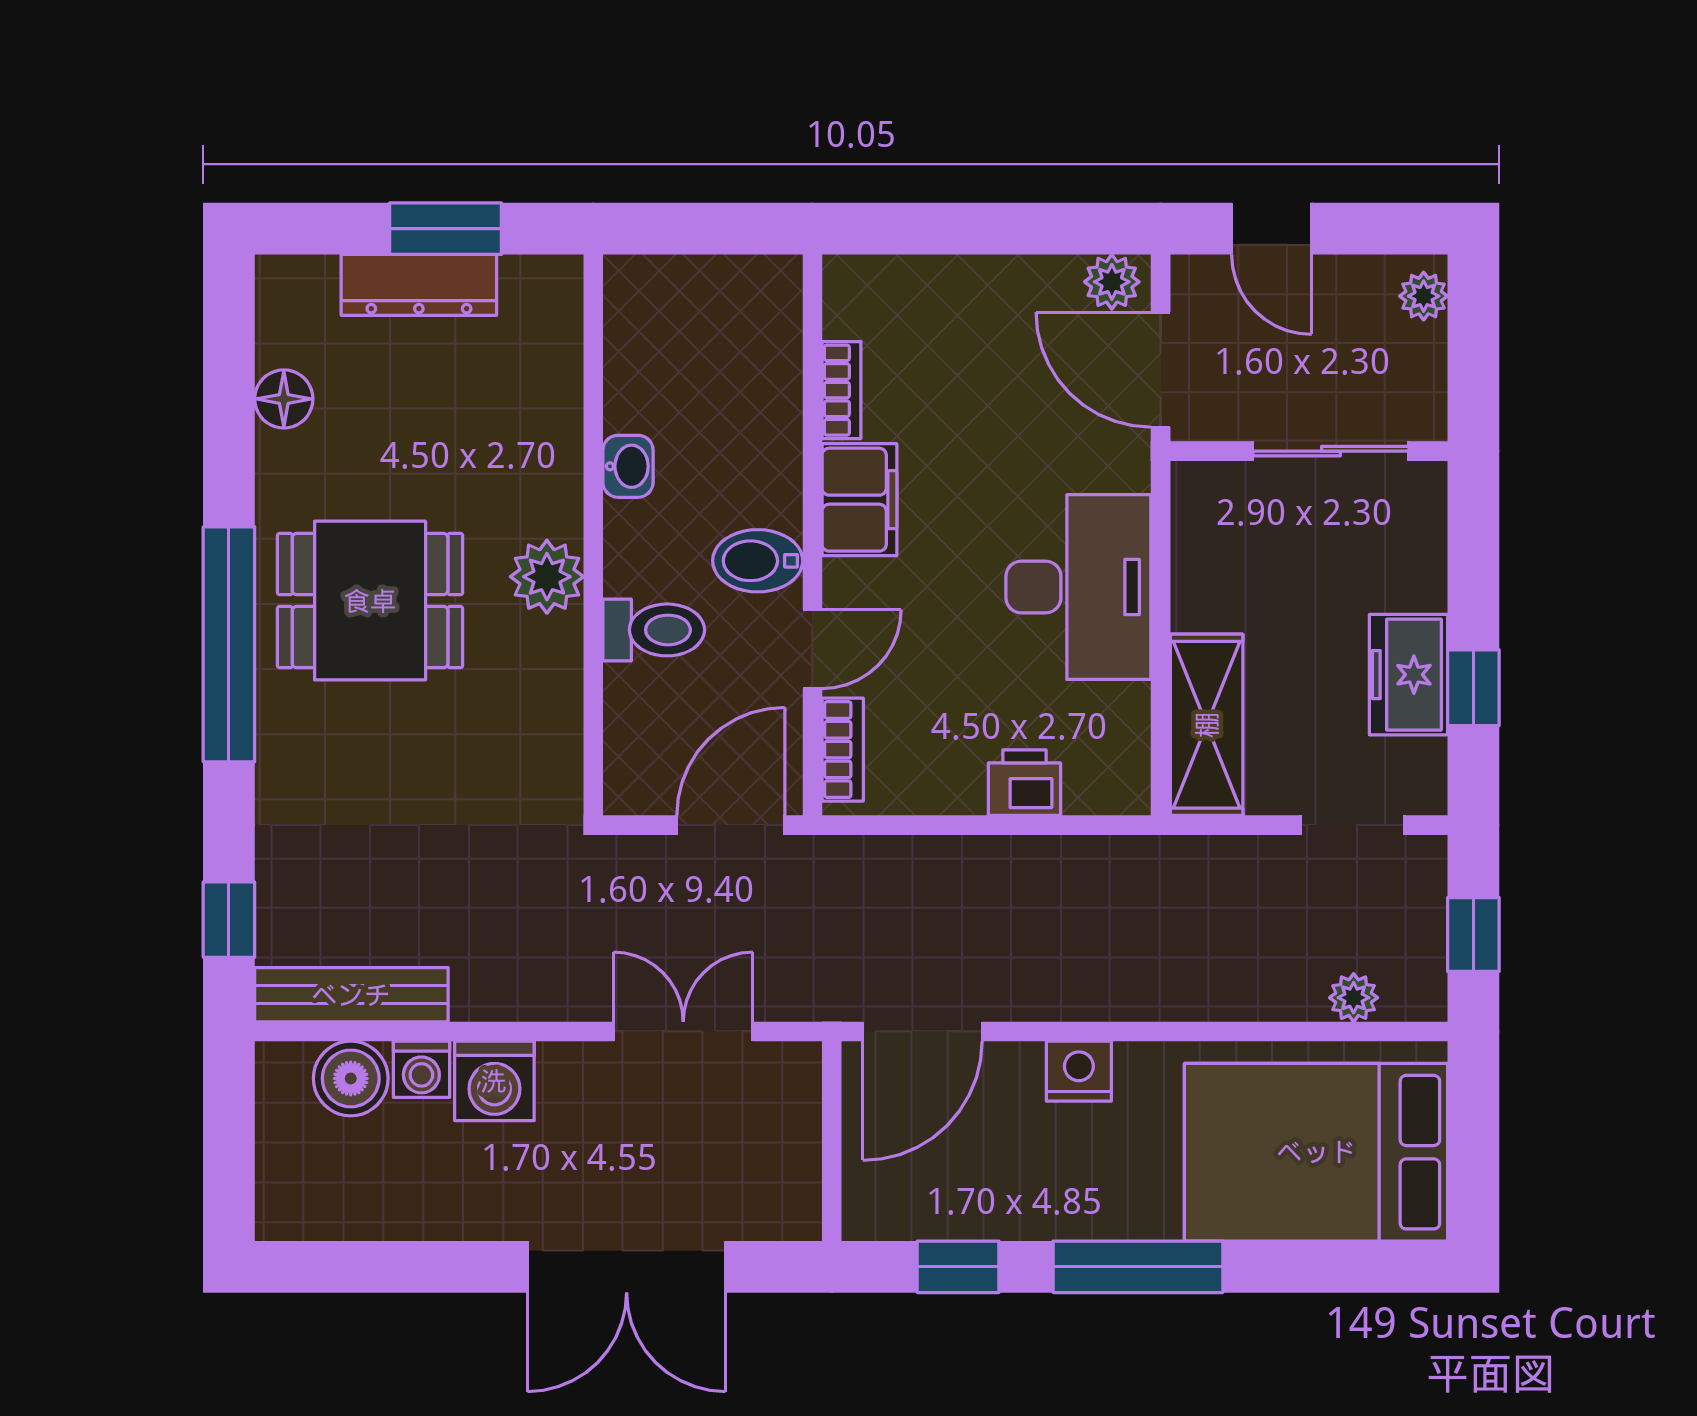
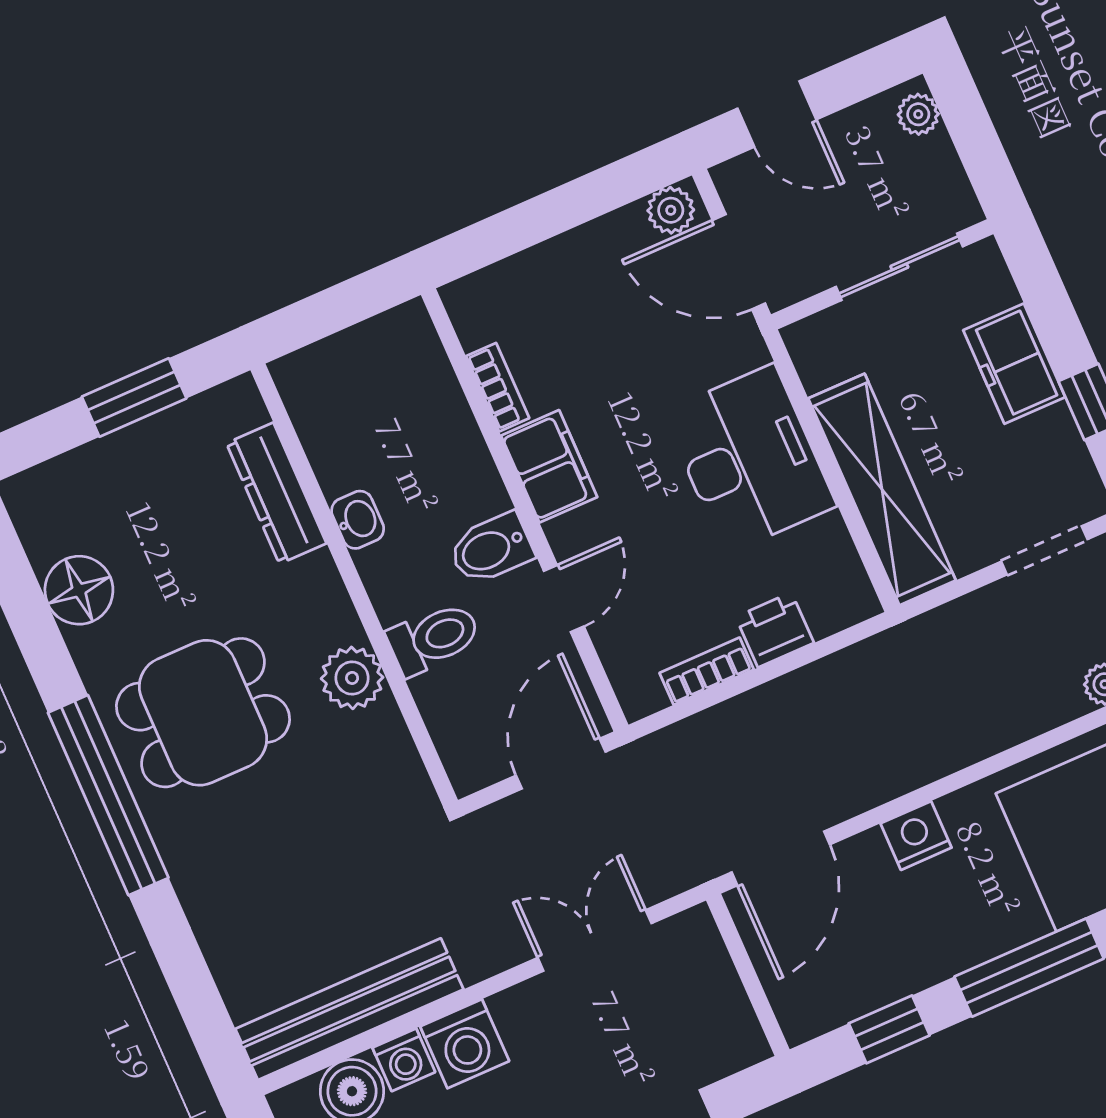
dresser: (419, 285) -> (276, 493), moved, turned 90
floor lamp: (284, 399) -> (79, 590), width x1.38, depth x1.38
plant: (547, 577) -> (352, 678), moved
freezer: (1408, 675) -> (1014, 364), moved
shelving: (1207, 725) -> (882, 489), width x1.47
bookcase: (843, 750) -> (707, 671), moved, turned -90
window: (229, 920) -> (203, 1009), removed
bench: (351, 995) -> (349, 1009), width x1.37, depth x1.21

